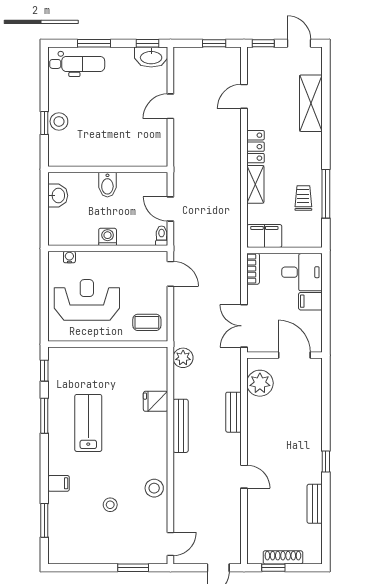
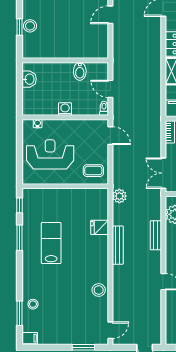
bidet: (107, 185) -> (80, 71), moved
filing cabinet: (59, 483) -> (30, 338), moved
stool: (110, 505) -> (33, 304), moved

